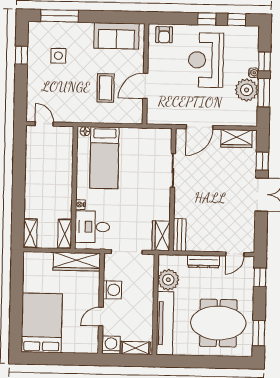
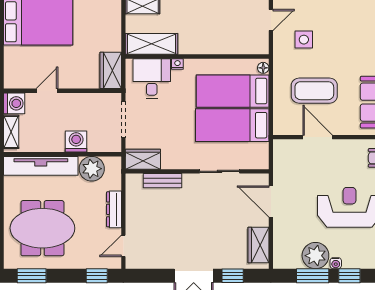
side table: (58, 56) -> (304, 40), moved
coffee table: (105, 88) -> (314, 91), width x1.36, depth x1.32
bed: (134, 159) -> (232, 125), added
shelving: (65, 234) -> (152, 44), width x1.50, depth x1.33
bench: (179, 235) -> (162, 181), moved
door: (235, 254) -> (123, 246), hinge flipped
wardrobe: (77, 262) -> (111, 70), width x0.67
washing machine: (112, 290) -> (76, 142), moved, turned 180
door: (101, 317) -> (47, 91), hinge flipped
meeting table: (218, 323) -> (42, 228), turned 90

